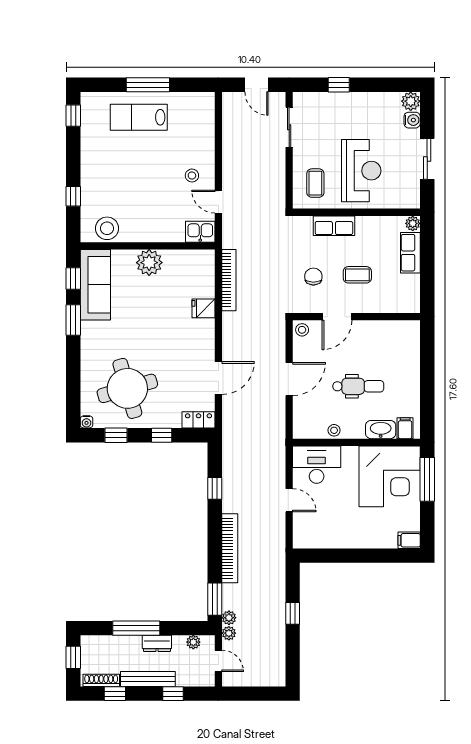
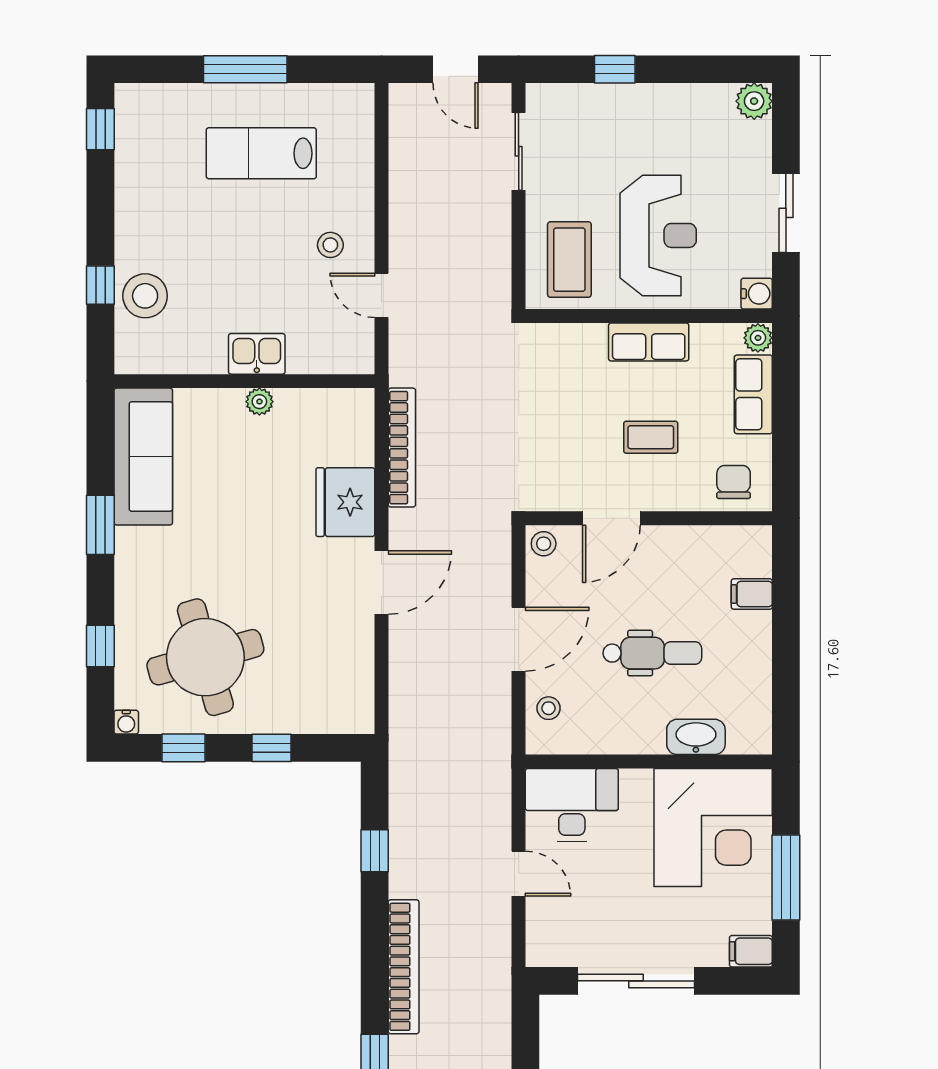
lab bench: (139, 117) -> (261, 153), moved
water cooler: (412, 120) -> (757, 294), moved
coffee table: (315, 183) -> (569, 260), width x1.36, depth x1.30
row of seats: (334, 226) -> (649, 342), moved
stool: (107, 228) -> (145, 296), moved
kitchen sink: (200, 232) -> (257, 354), moved
plant: (149, 263) -> (259, 402), width x0.53, depth x0.53
chair: (313, 277) -> (734, 482), moved
window: (73, 278) -> (100, 646), moved
fridge: (203, 308) -> (345, 502), width x1.88, depth x1.34
door: (218, 378) -> (381, 583), moved
locker: (198, 420) -> (343, 718), removed
filing cabinet: (405, 428) -> (752, 594), moved, turned -90
stool: (334, 430) -> (549, 708), moved
window: (427, 479) -> (786, 877), moved
sliding door: (350, 556) -> (636, 981), added

